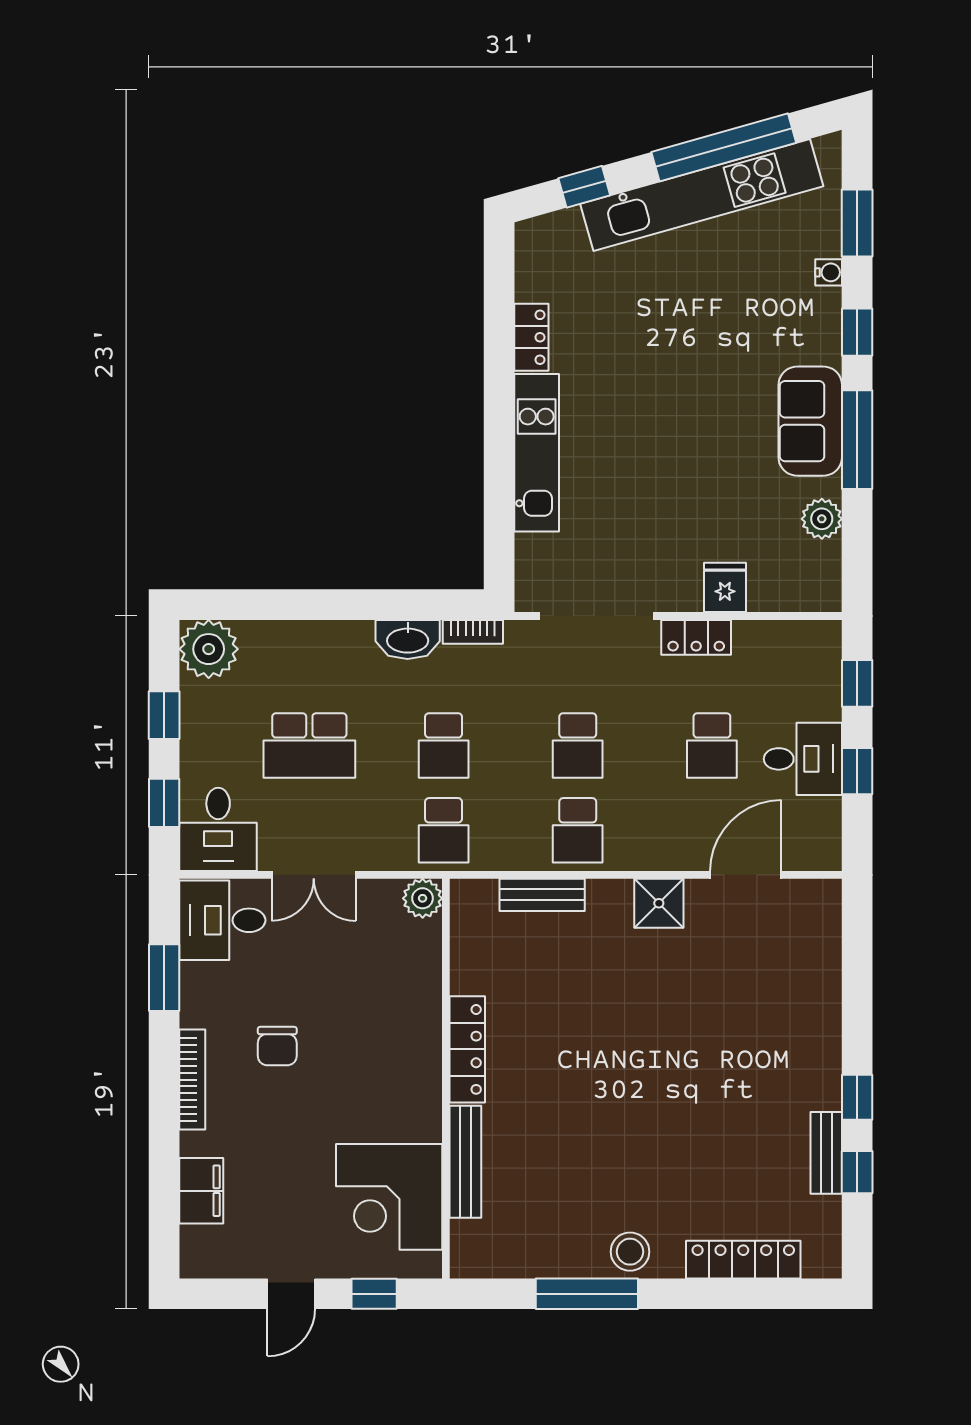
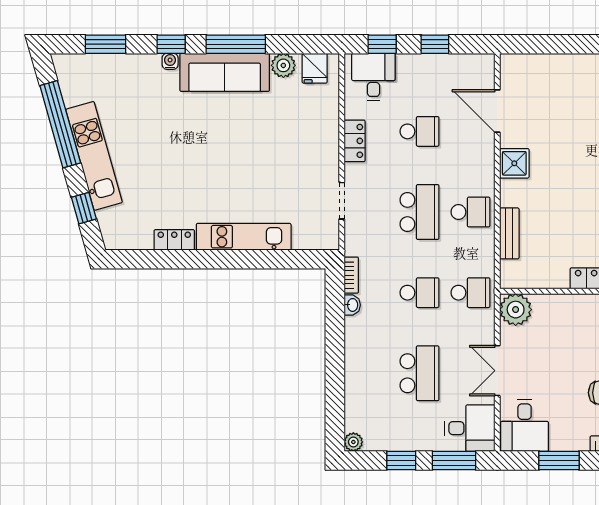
kitchen unit: (702, 195) -> (94, 156), width x0.73
water cooler: (829, 272) -> (170, 61), moved
sofa: (810, 421) -> (225, 72), width x1.36
fridge: (725, 587) -> (315, 68), moved, turned -90
doorway: (597, 616) -> (342, 201), width x0.53
washbasin: (408, 639) -> (352, 305), width x0.52, depth x0.69
plant: (209, 649) -> (353, 442), width x0.53, depth x0.53
school desk: (578, 745) -> (419, 212), width x1.85
desk: (803, 759) -> (373, 77), moved
window: (164, 803) -> (454, 460), width x1.50
double door: (314, 875) -> (497, 371), swing flipped
plant: (423, 898) -> (516, 310), width x1.36, depth x1.36

